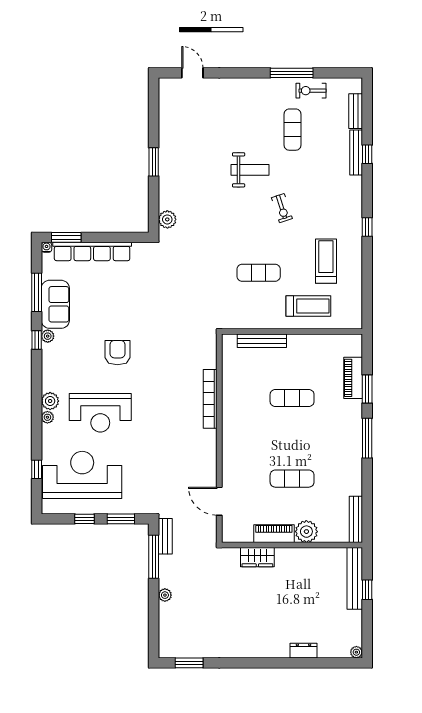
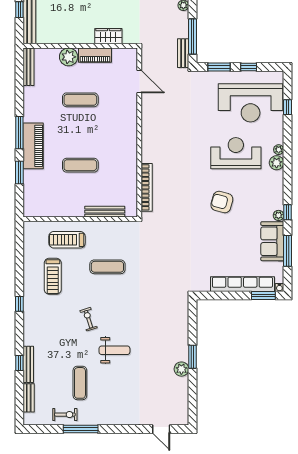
weight bench: (250, 170) -> (114, 350), turned 180
plant: (167, 219) -> (181, 369), moved
armchair: (117, 353) -> (222, 202), turned 105
piano: (353, 378) -> (33, 146), moved, width x1.37, depth x1.33
bookcase: (210, 399) -> (147, 187), moved

